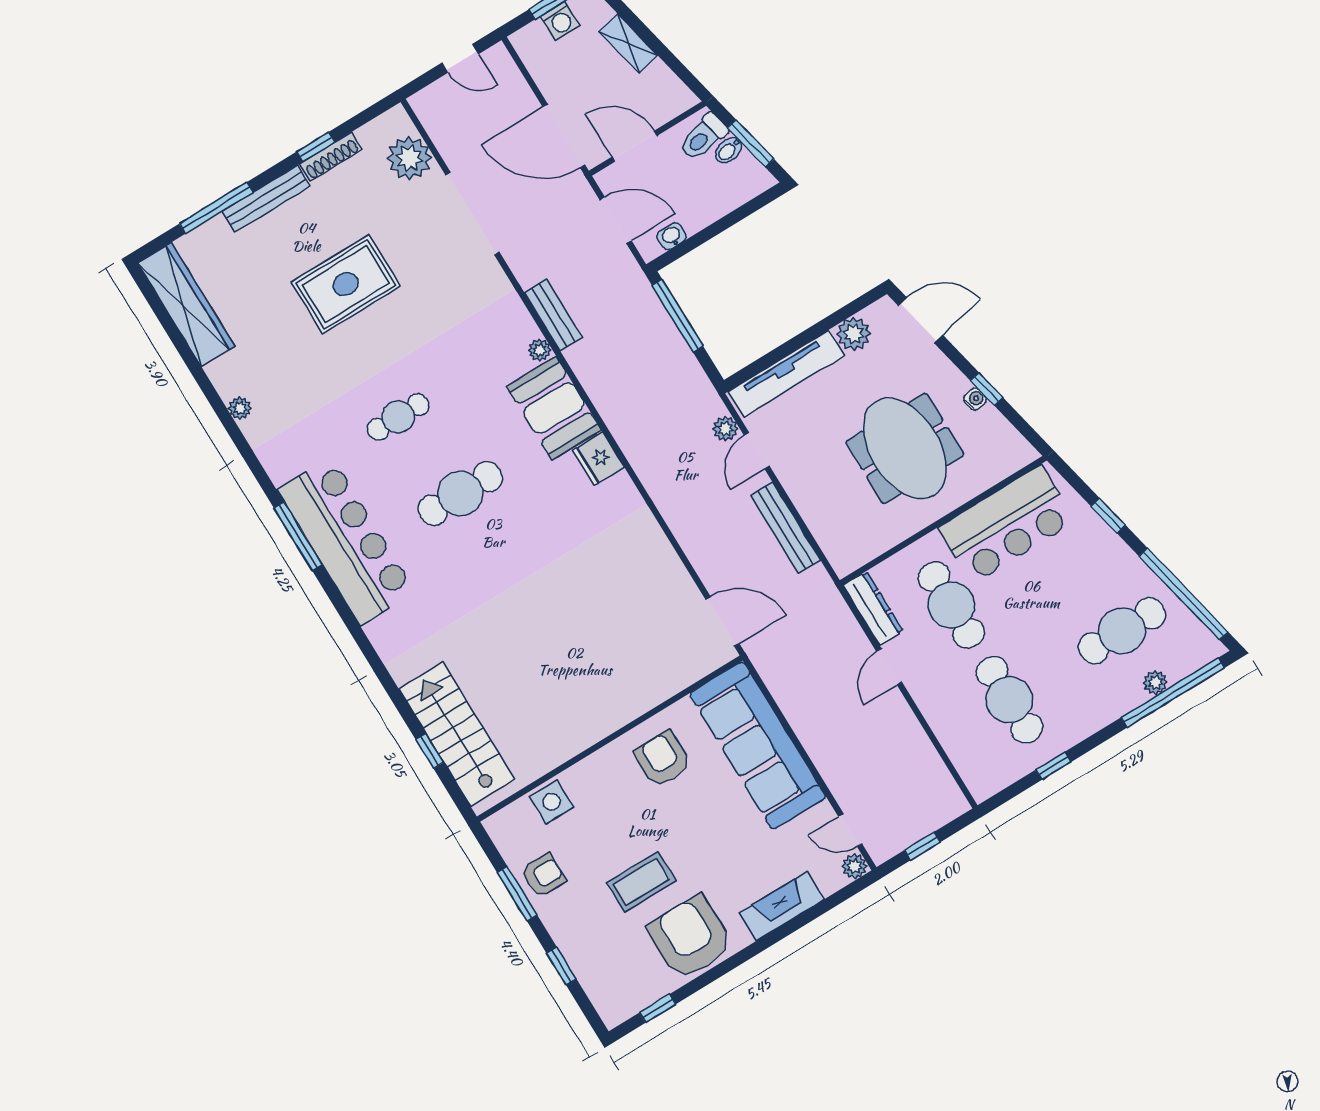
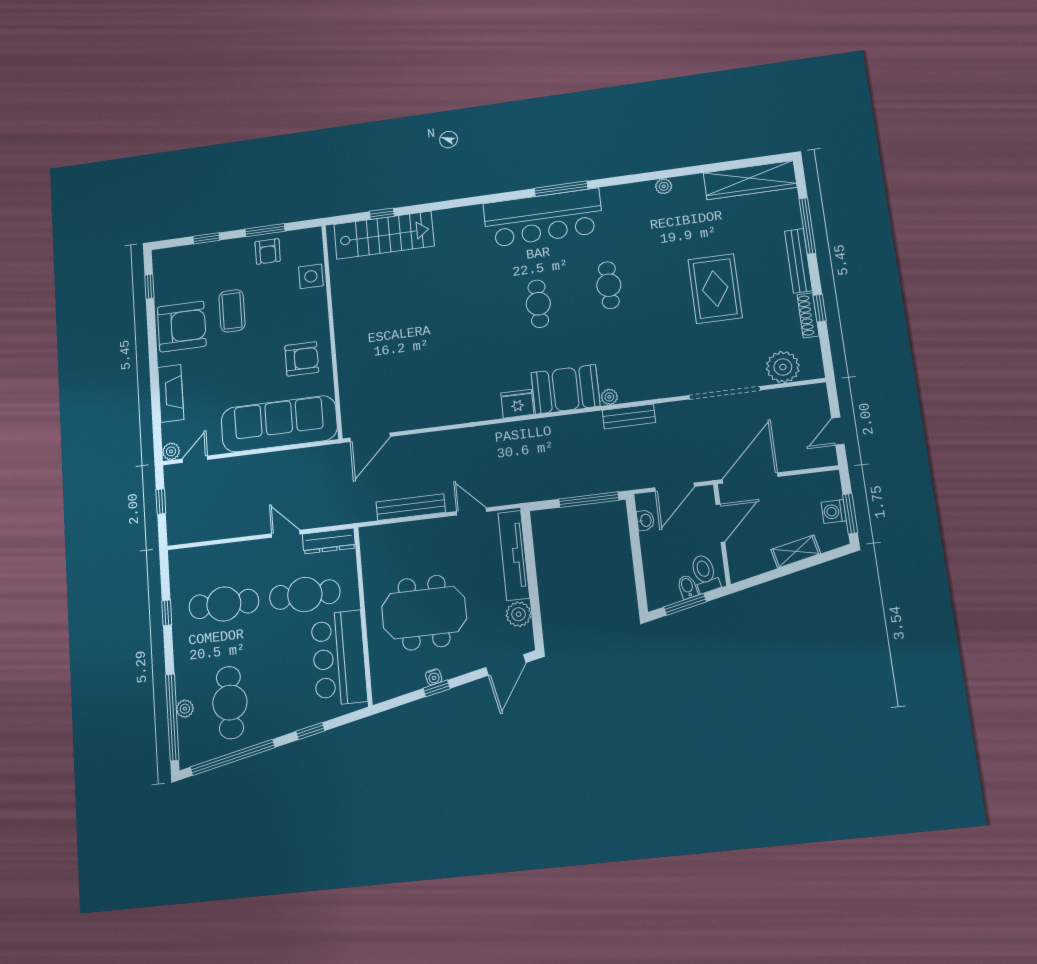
plant: (725, 429) -> (496, 497), removed
cafe table: (460, 494) -> (538, 304), width x0.73, depth x0.74

